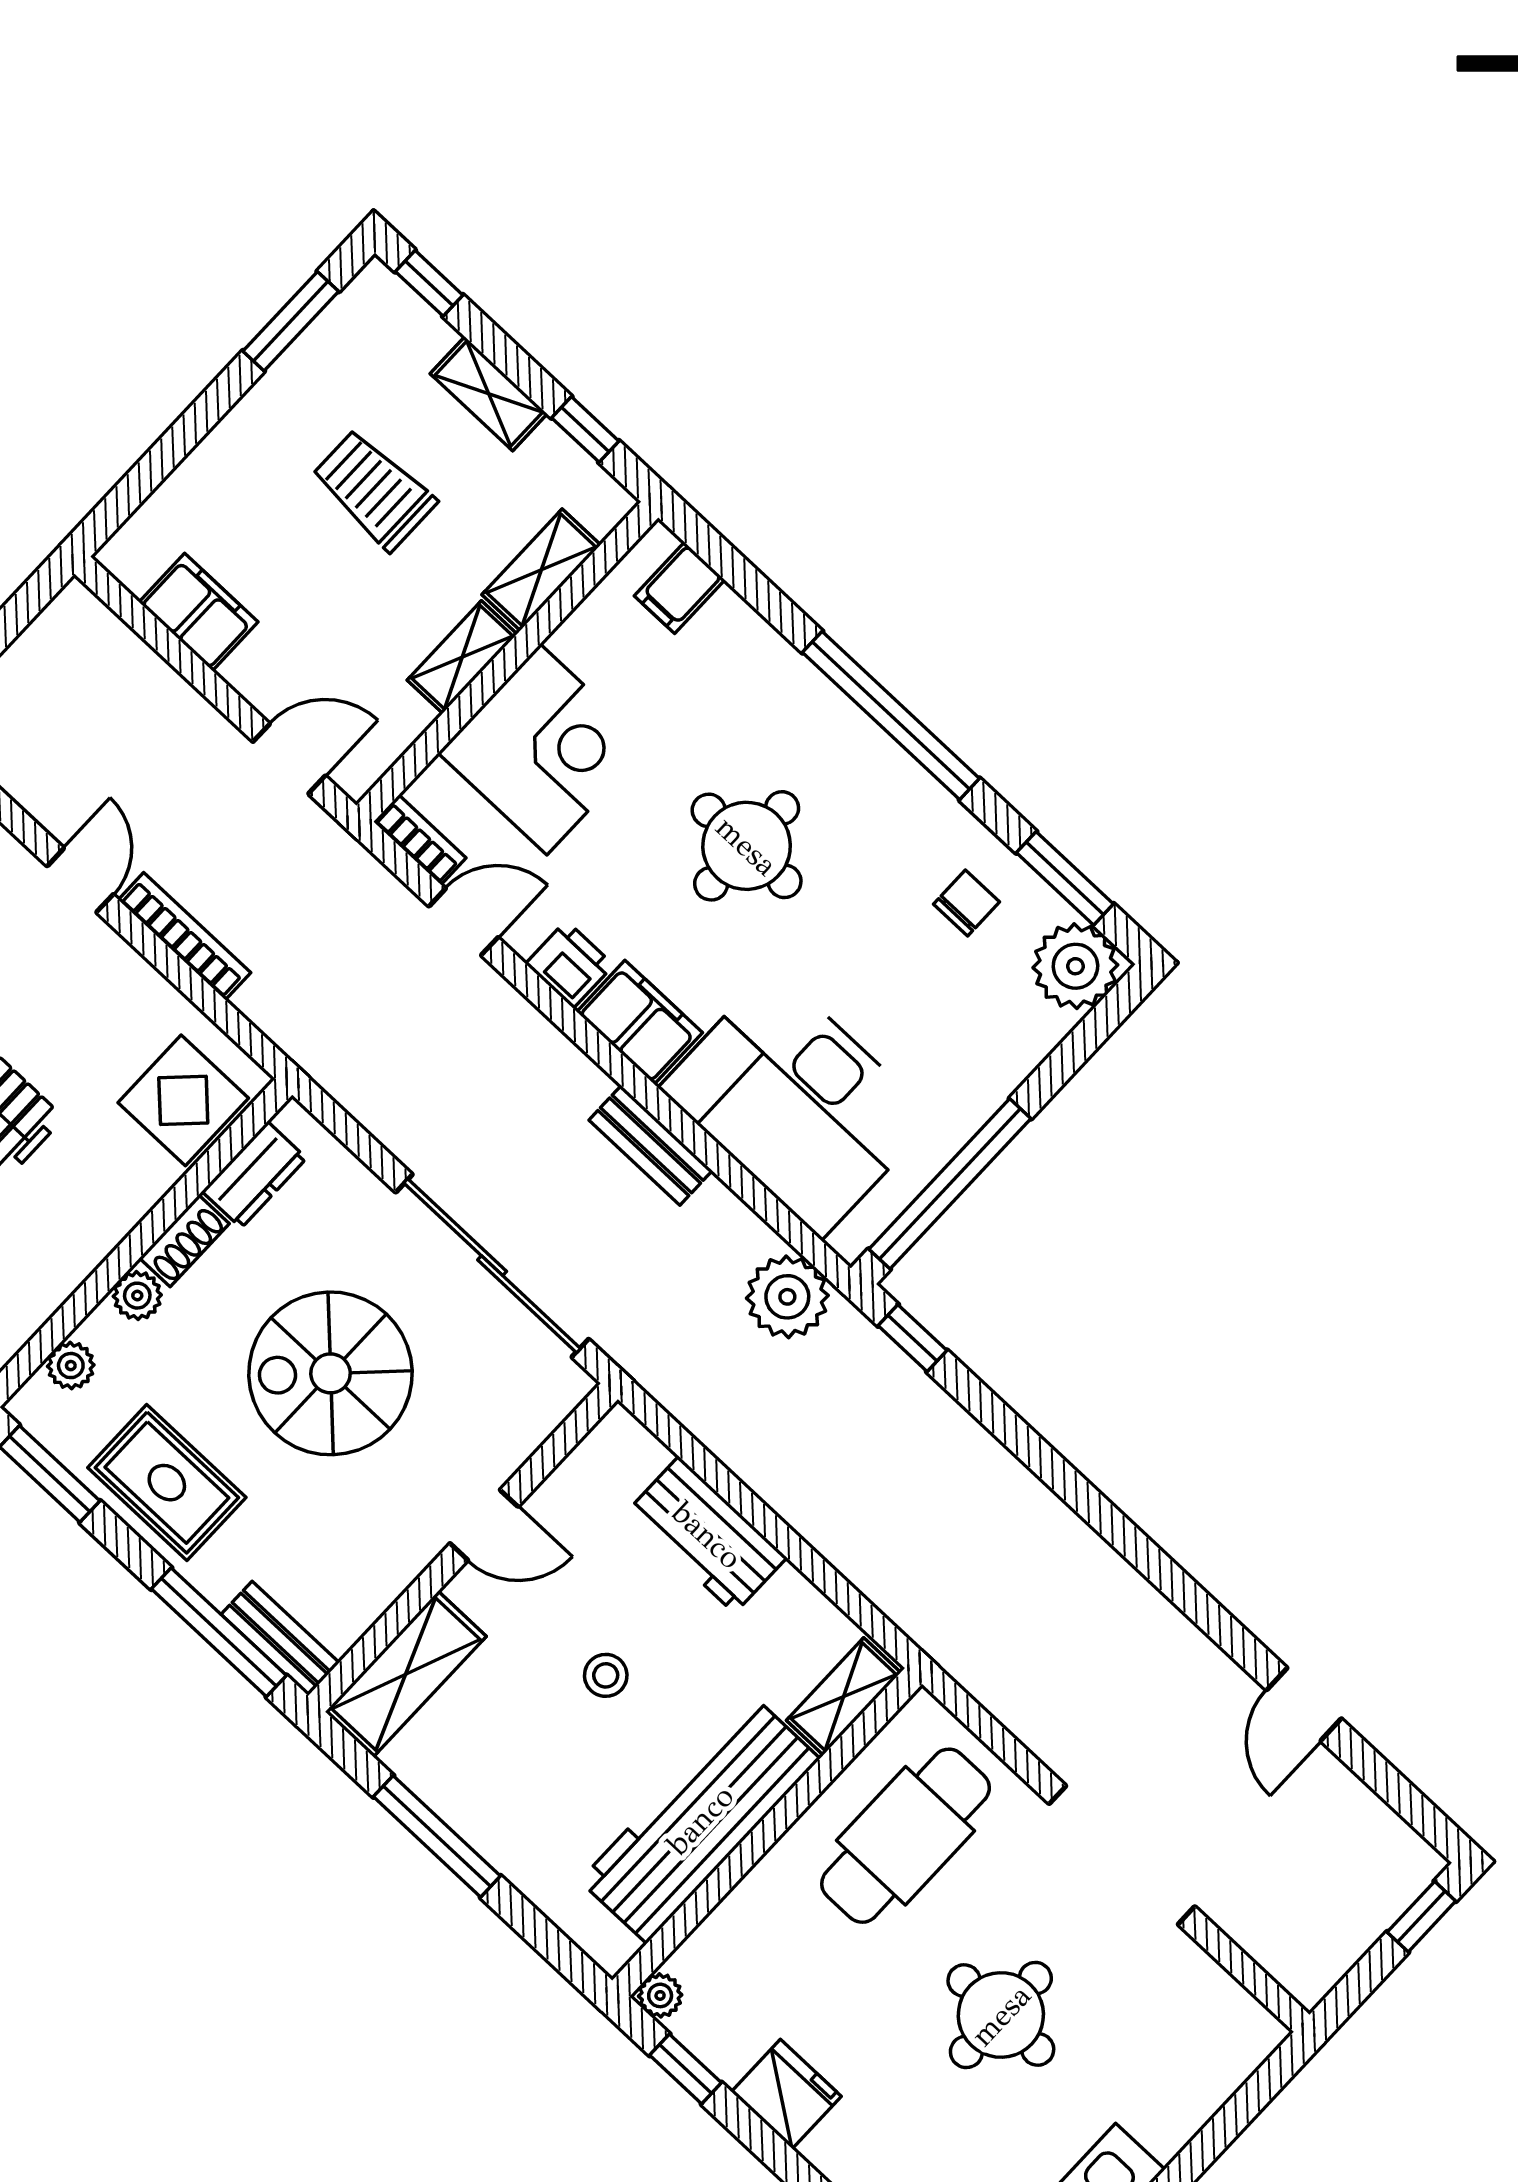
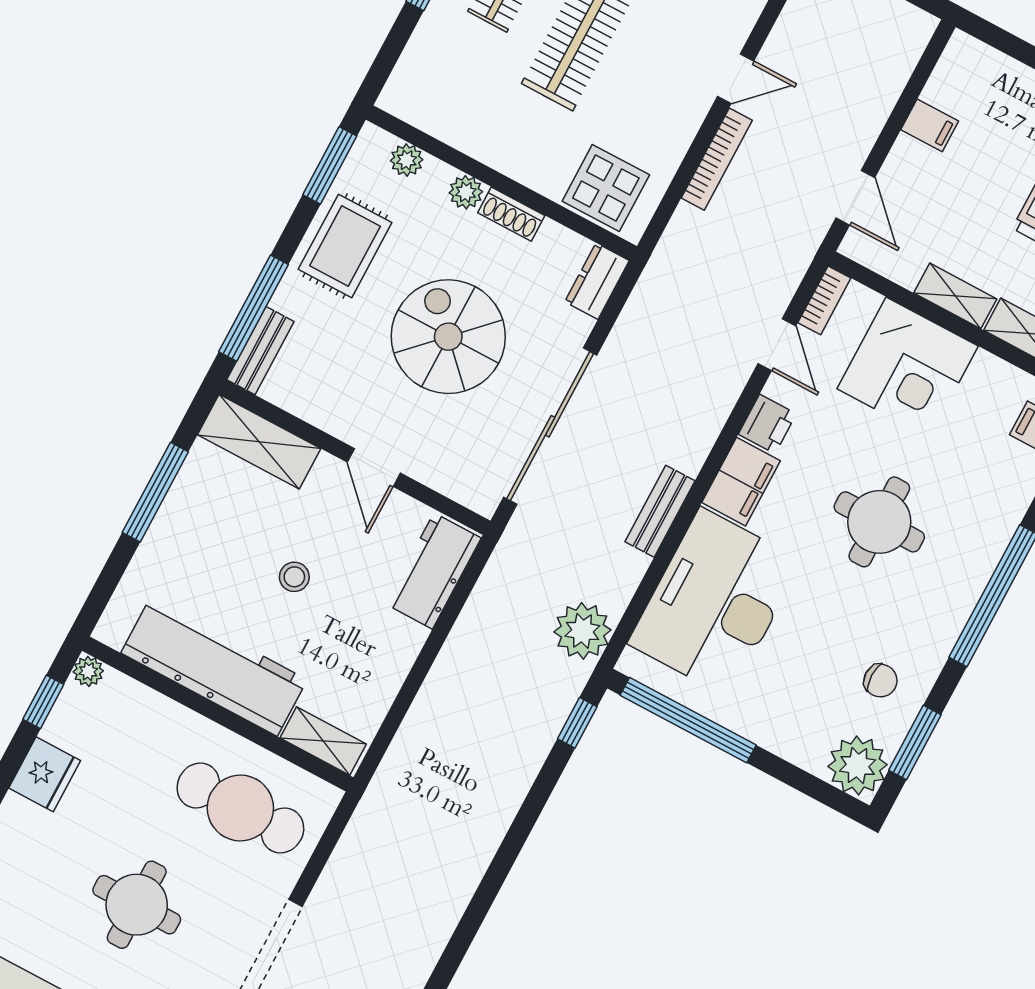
filing cabinet: (198, 612) -> (930, 125), width x0.50
dresser: (254, 1175) -> (597, 281), moved, turned 90
workbench: (707, 1535) -> (433, 571), moved

